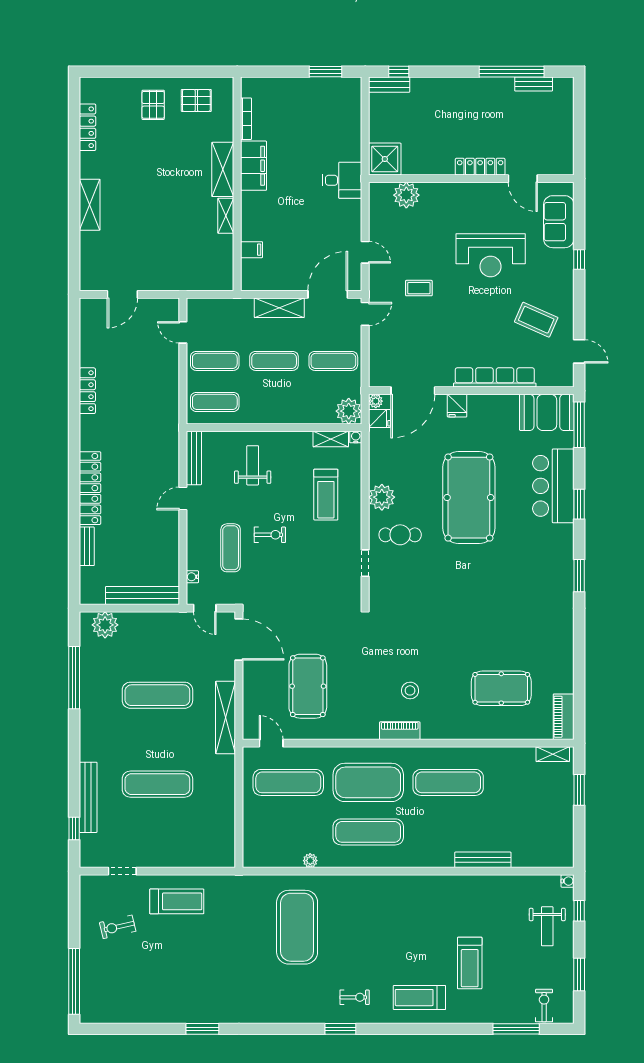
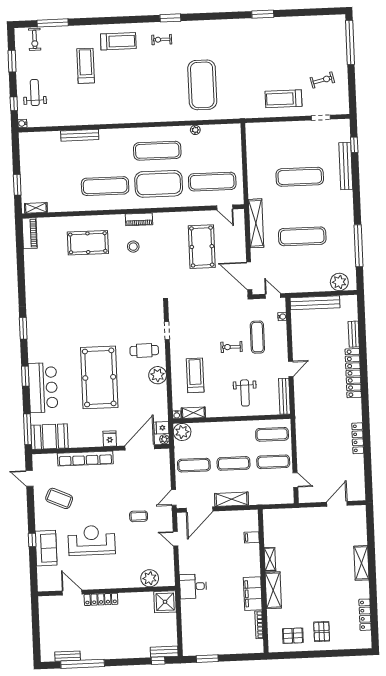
sofa: (559, 222) -> (46, 548), moved
pool table: (501, 688) -> (88, 243), moved

